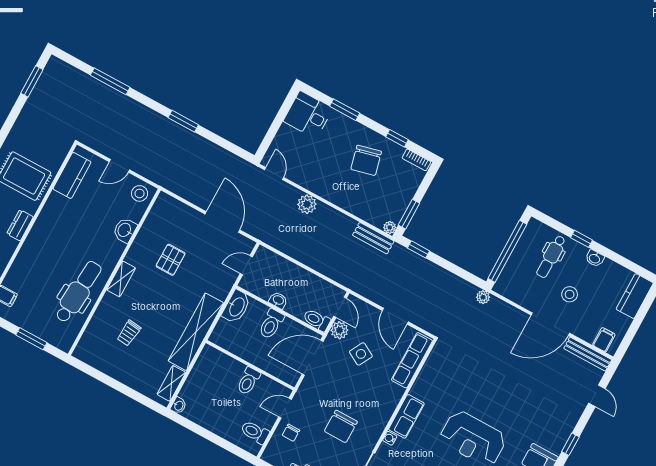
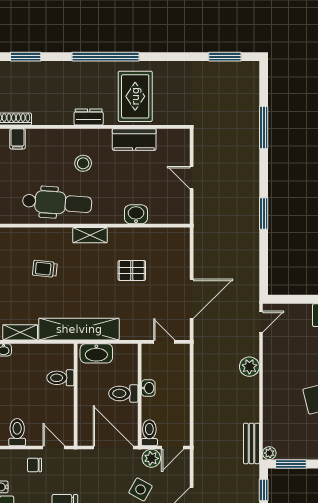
kitchen counter: (72, 175) -> (134, 139), moved
stool: (140, 193) -> (83, 163), moved
washbasin: (236, 307) -> (96, 353), moved
toilet: (248, 381) -> (60, 378), moved

